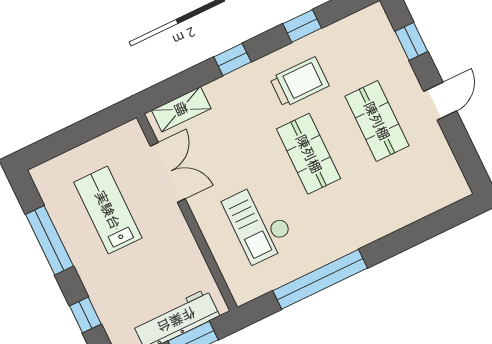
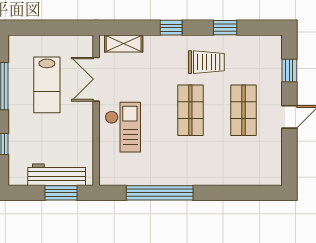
double door: (168, 172) -> (96, 79), swing flipped
lab bench: (108, 210) -> (47, 85), turned 180
checkout: (259, 223) -> (123, 127), moved, turned 180

